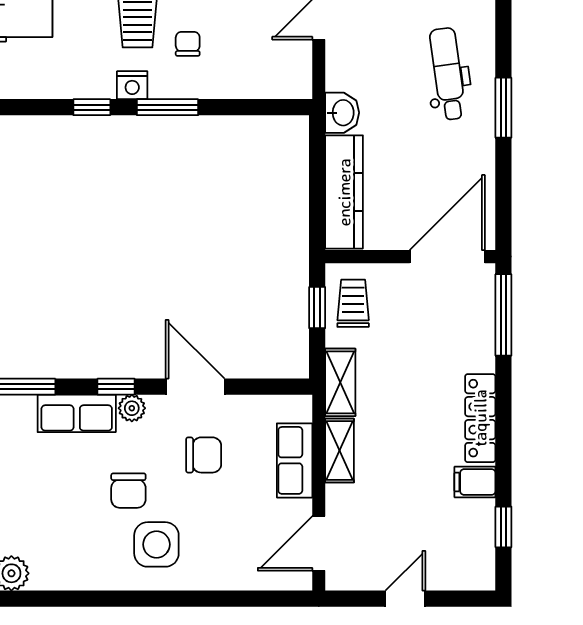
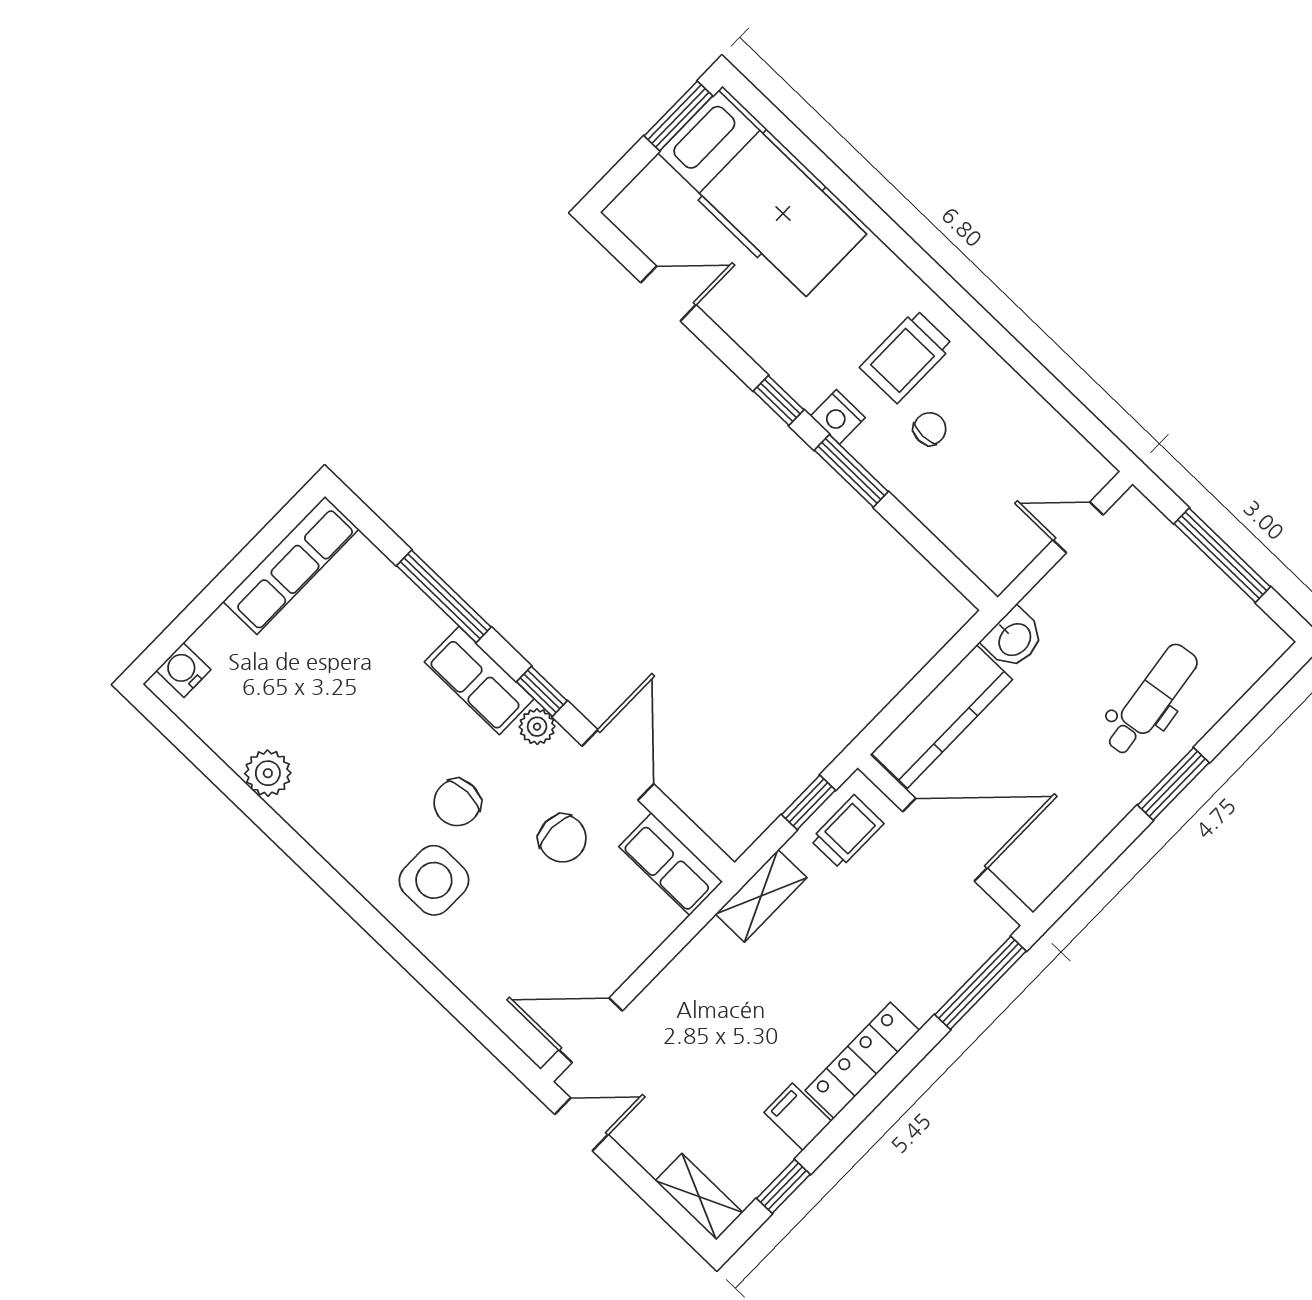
door: (447, 257) -> (945, 840), moved
shelving: (340, 451) -> (699, 1197), moved, turned 90
row of seats: (295, 460) -> (671, 864), moved, turned -90
door: (405, 599) -> (581, 1124), moved

